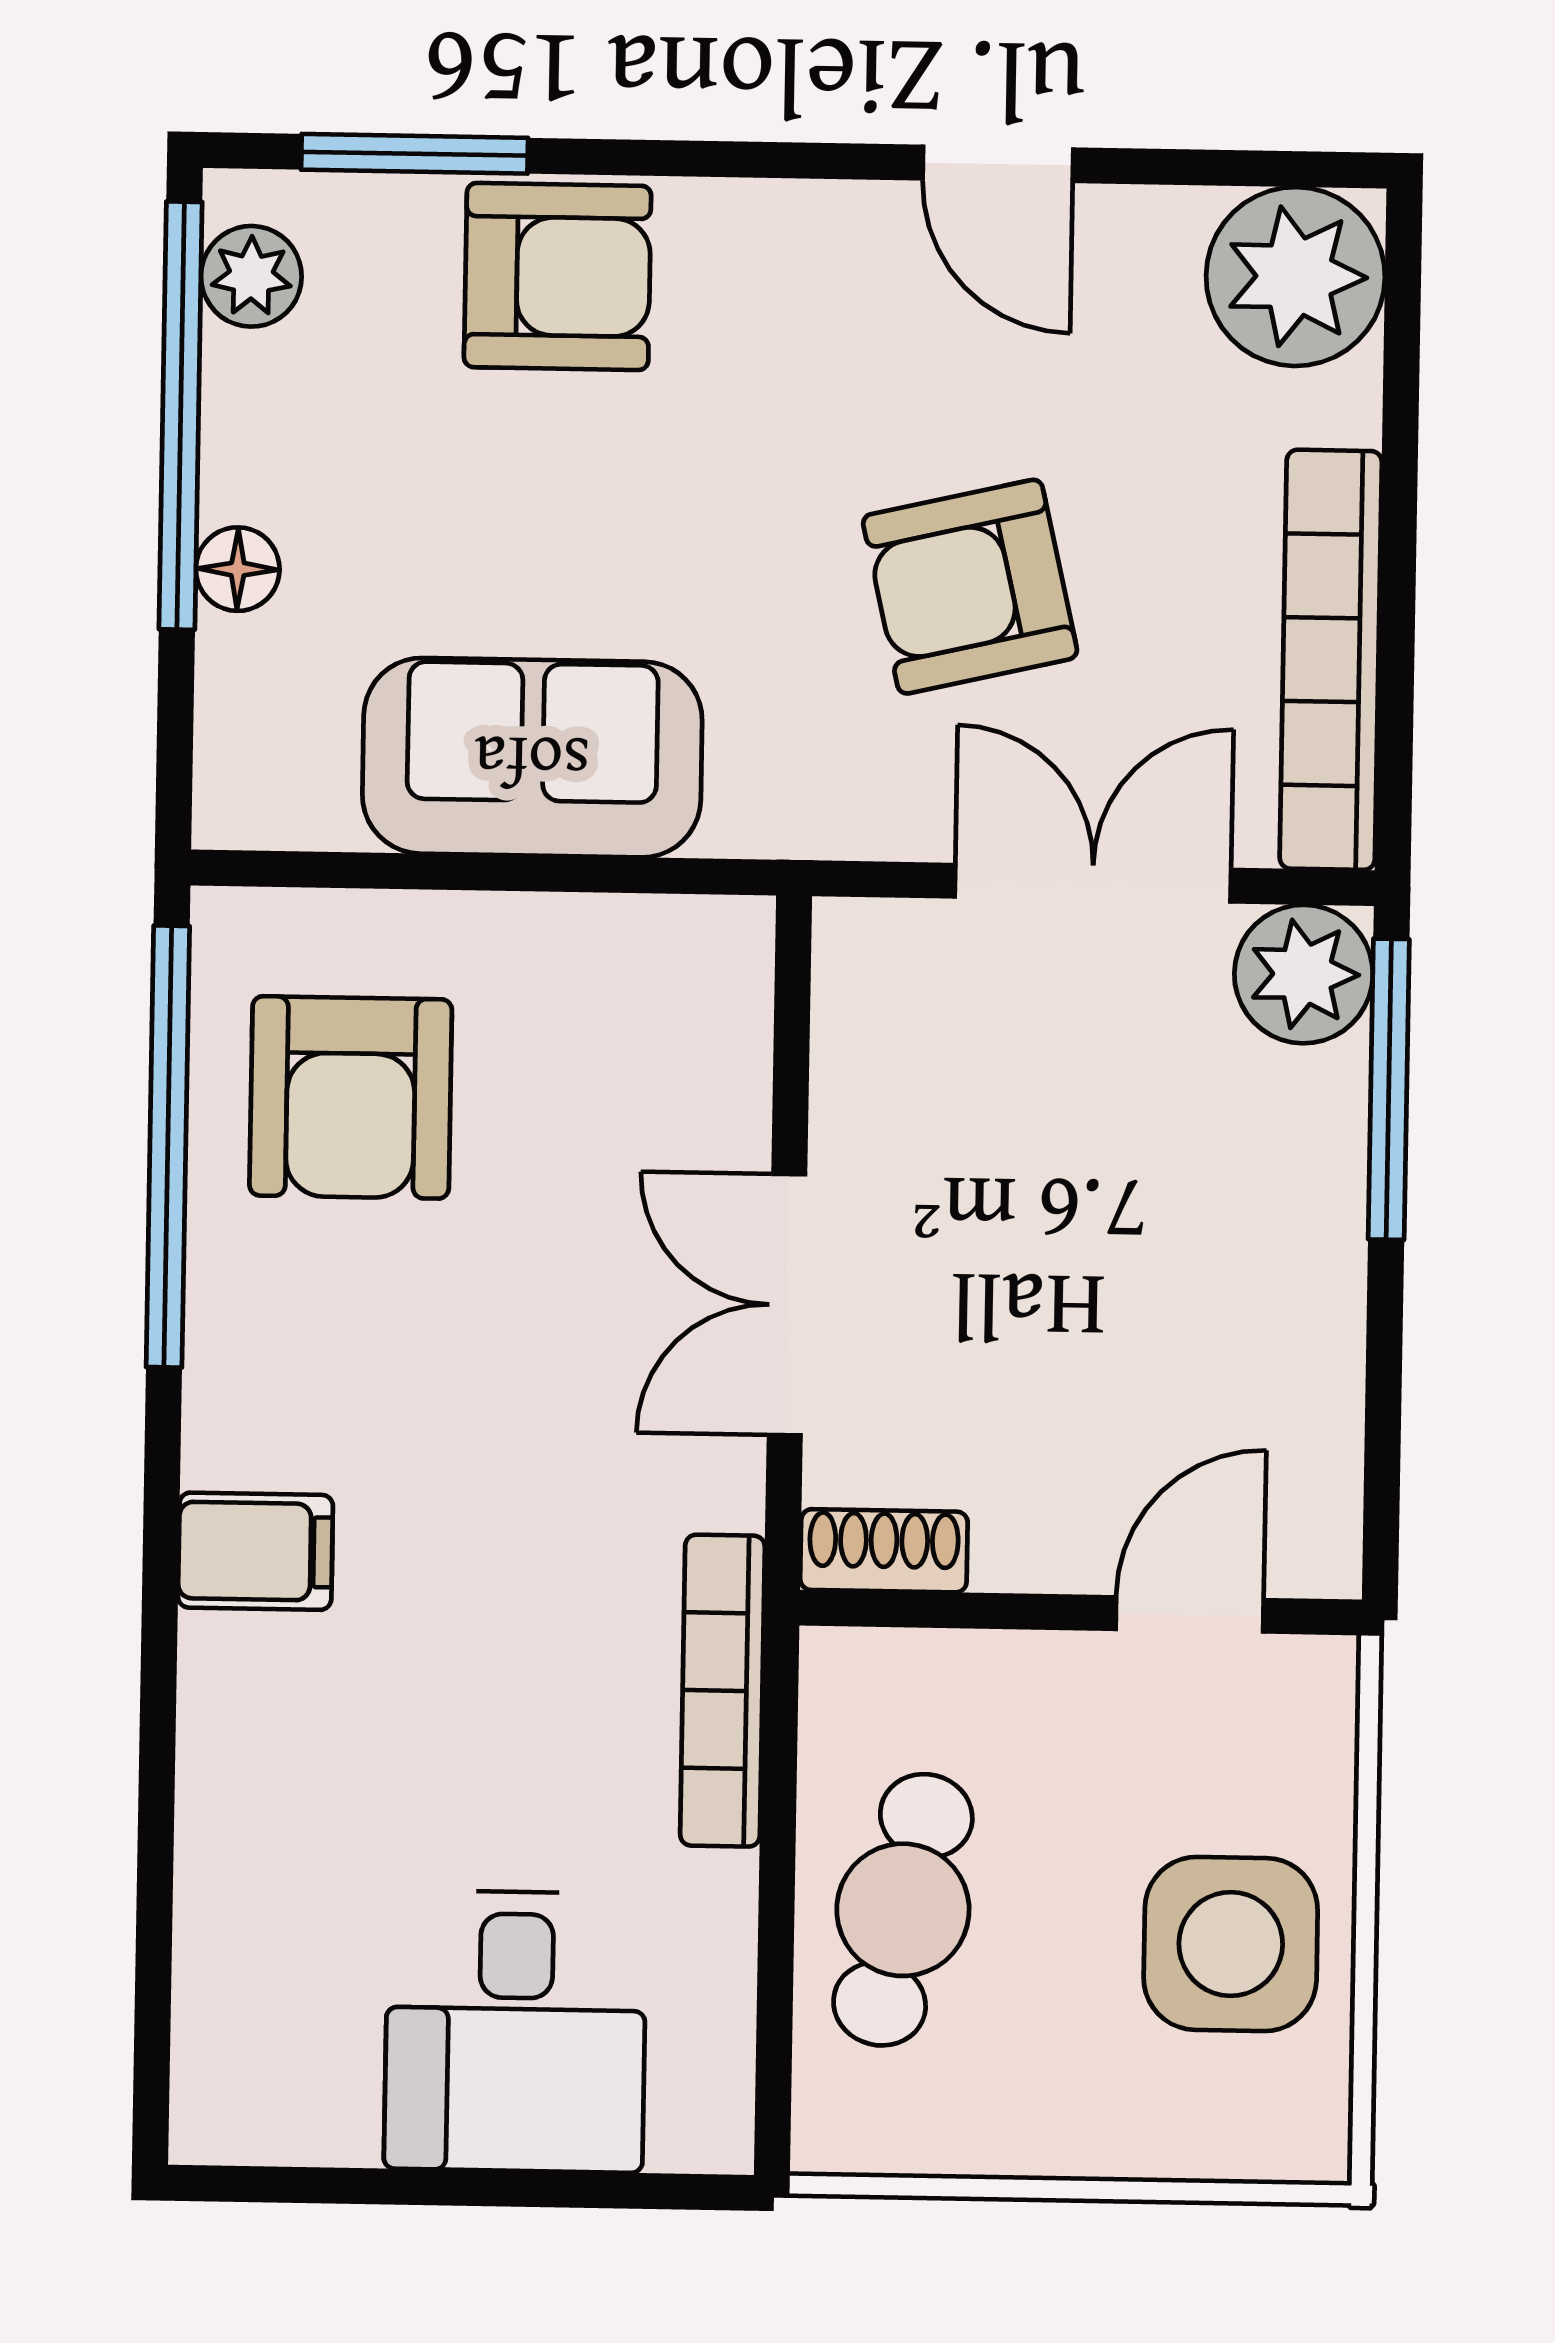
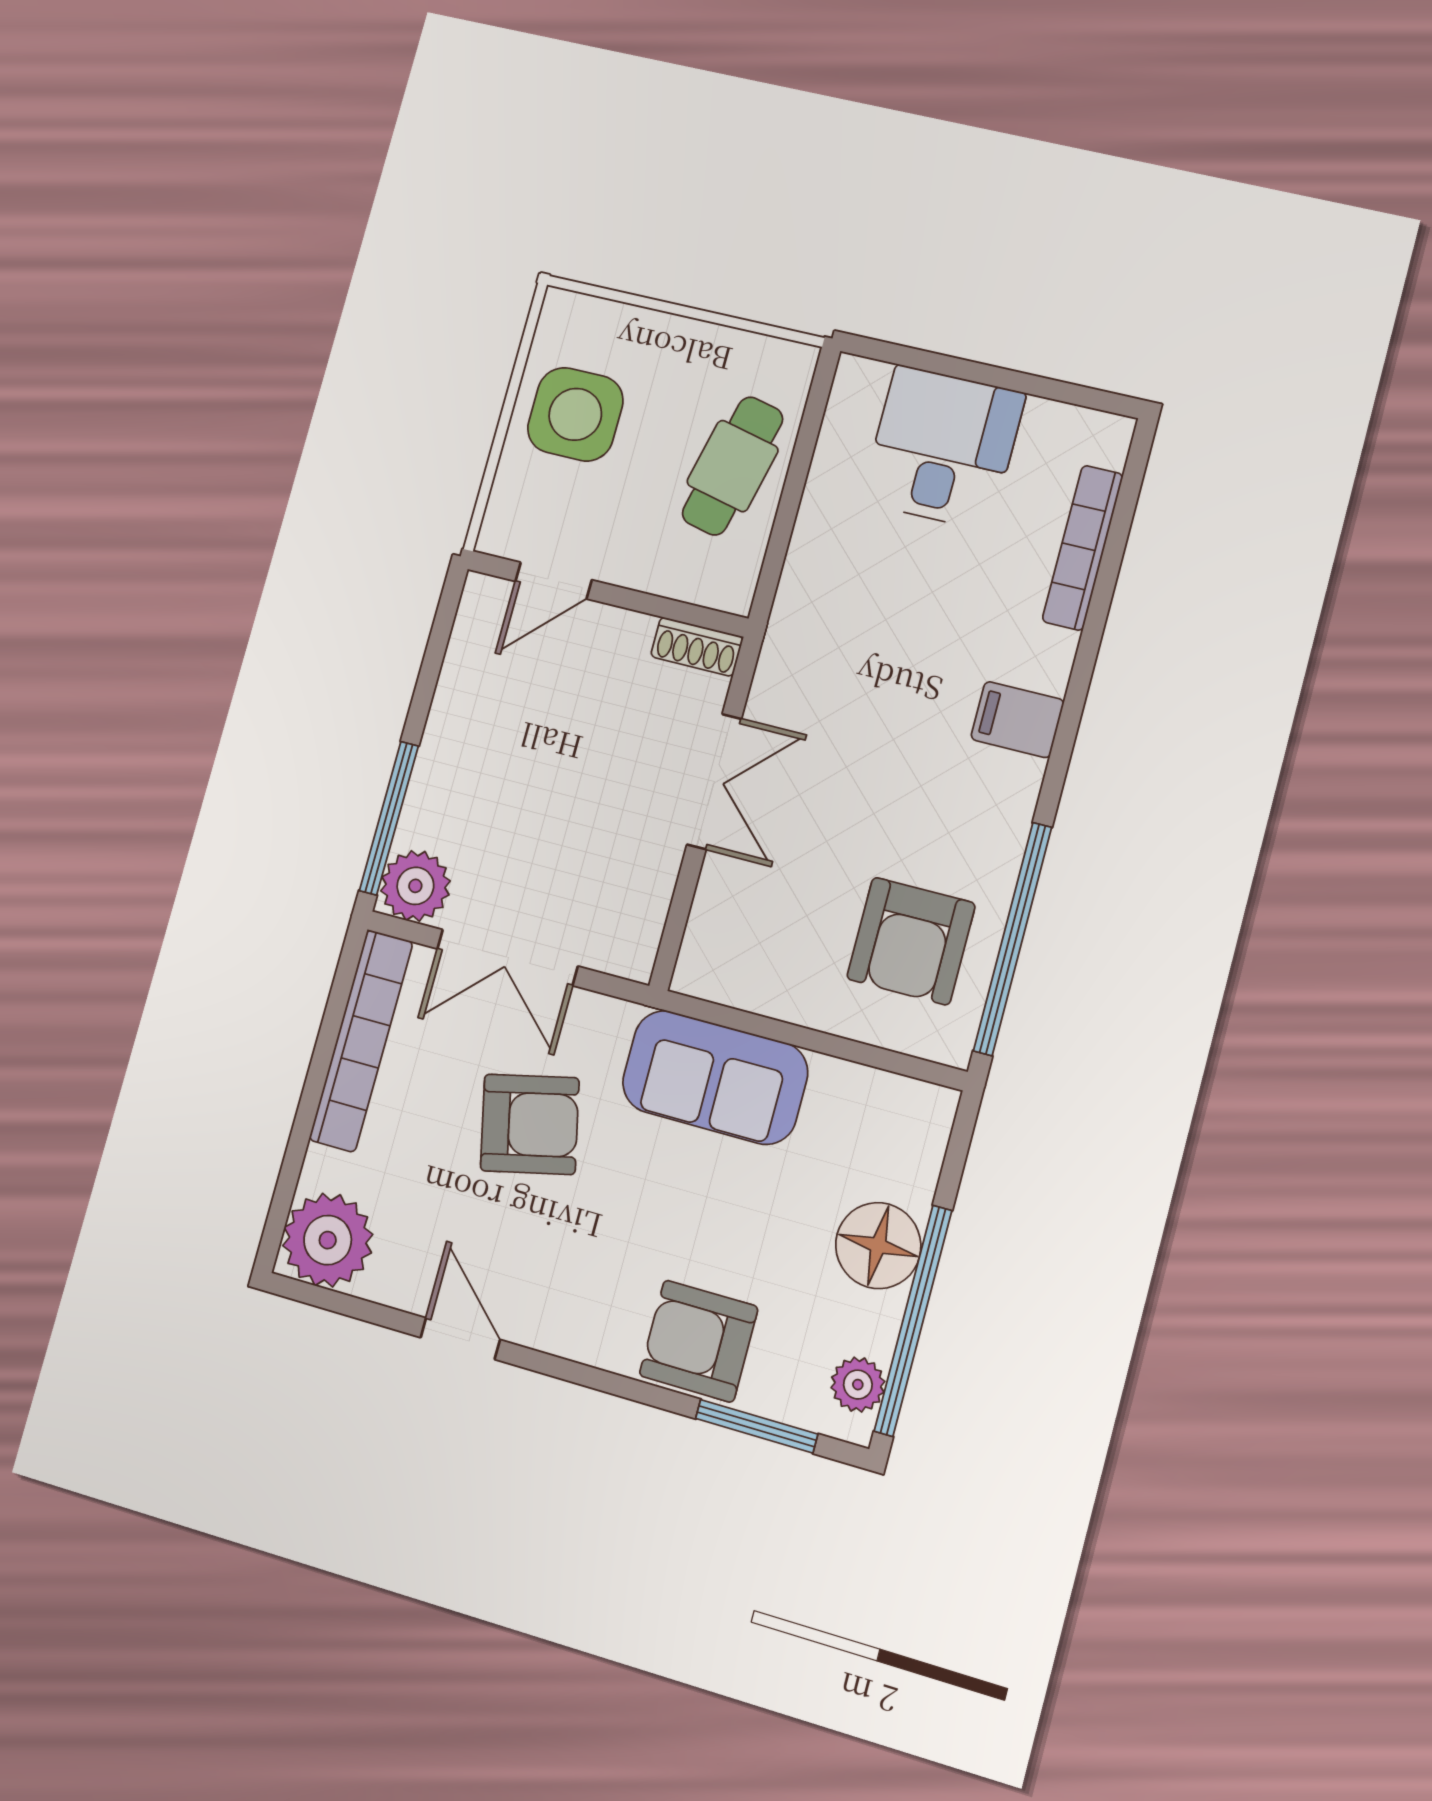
floor lamp: (238, 569) -> (878, 1246), width x1.89, depth x1.89
sofa: (532, 758) -> (715, 1077), moved
armchair: (351, 1097) -> (911, 941), turned 180
bookcase: (723, 1691) -> (1083, 548), moved, turned 180

